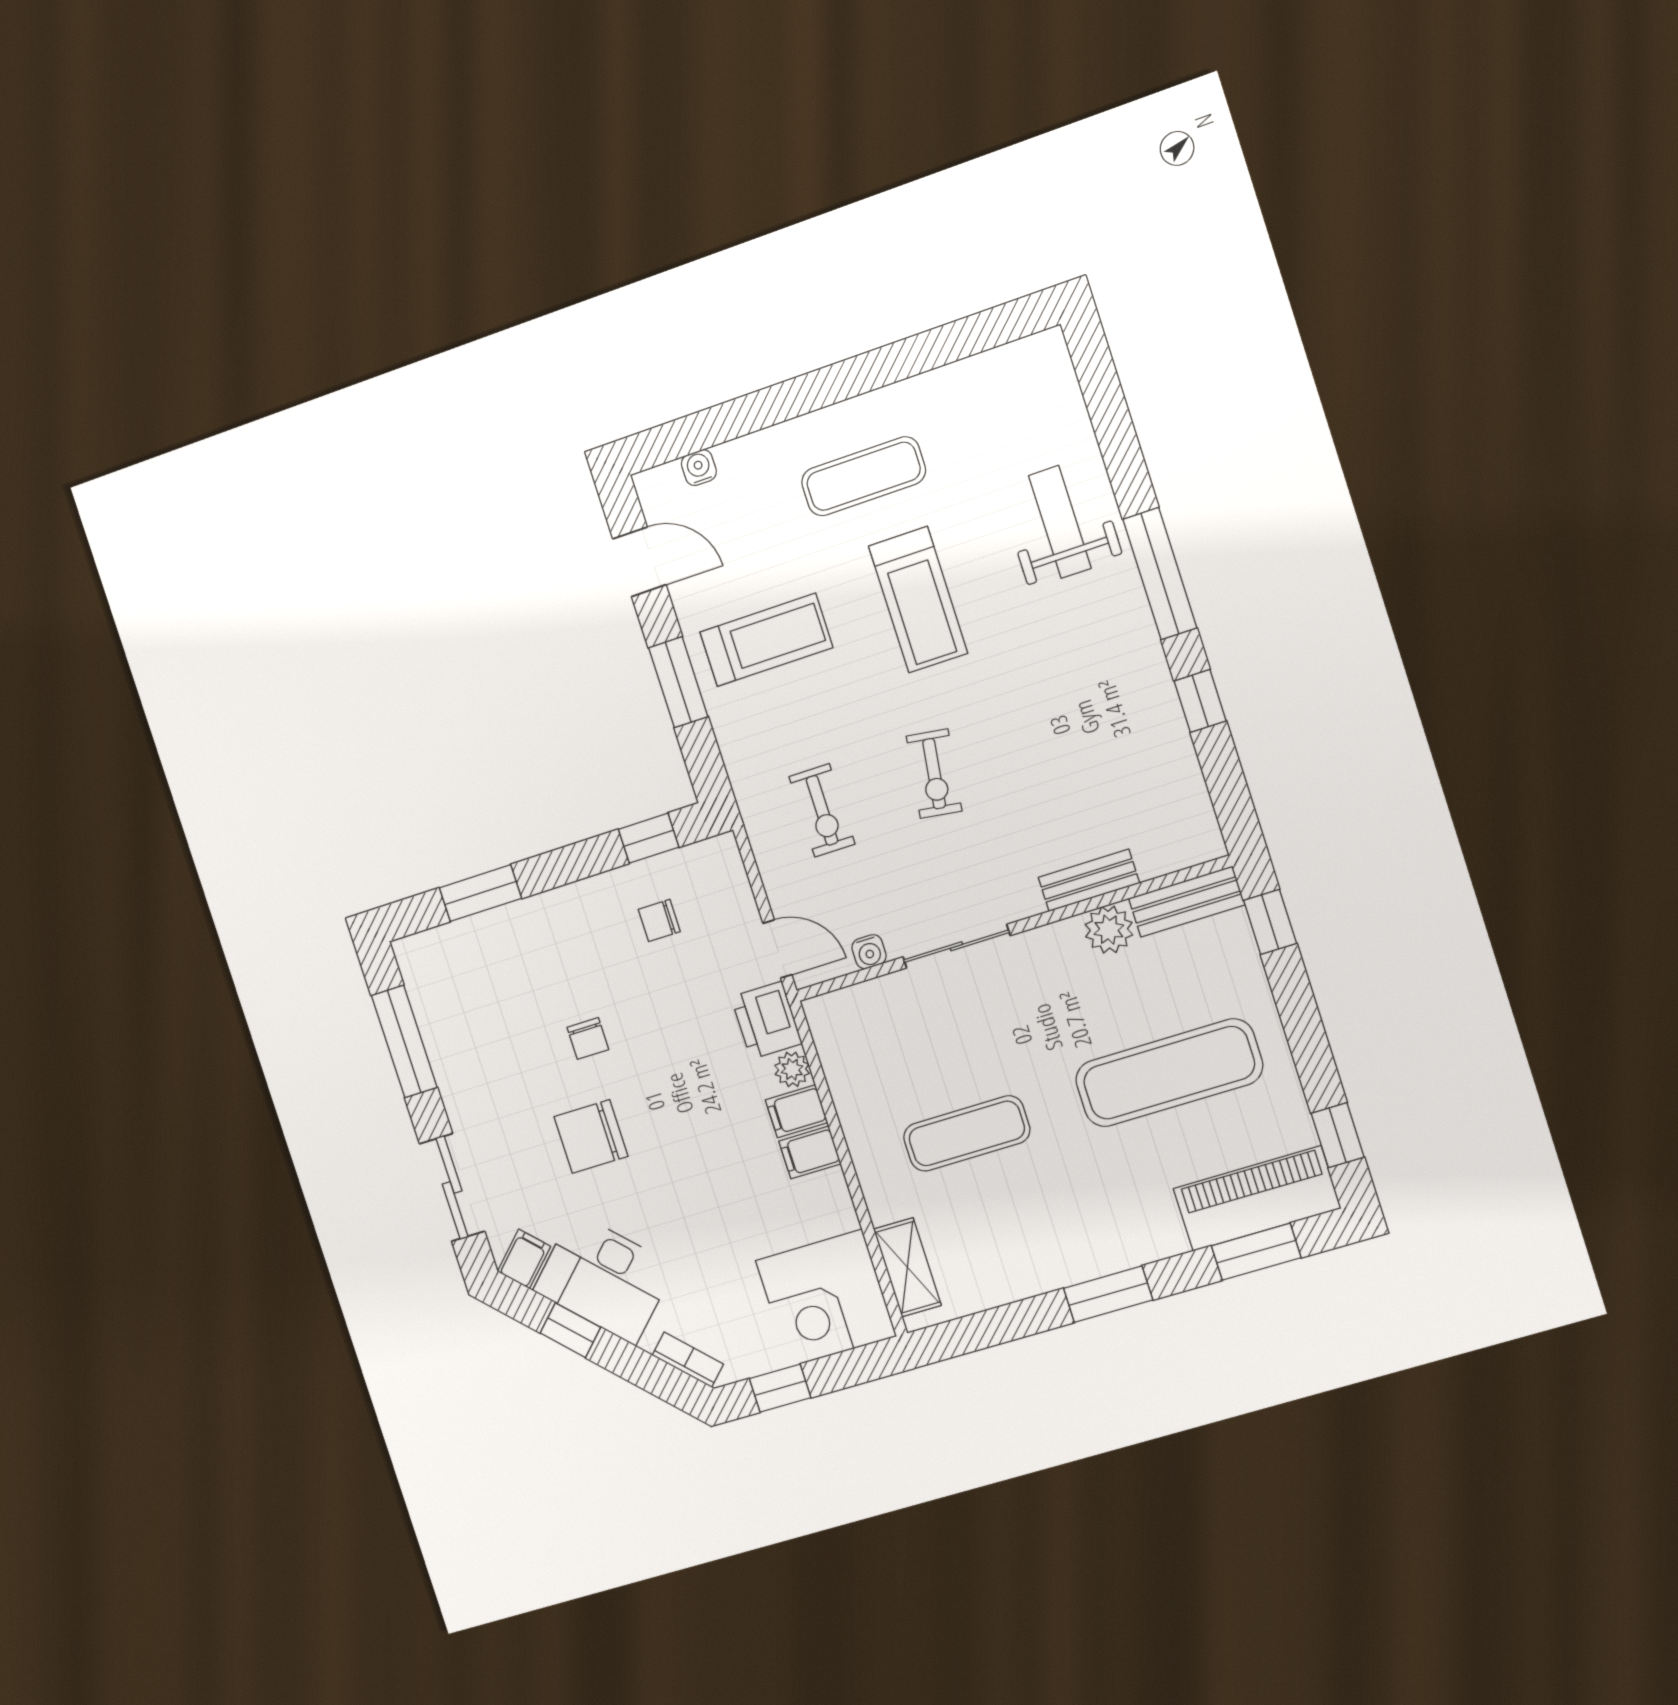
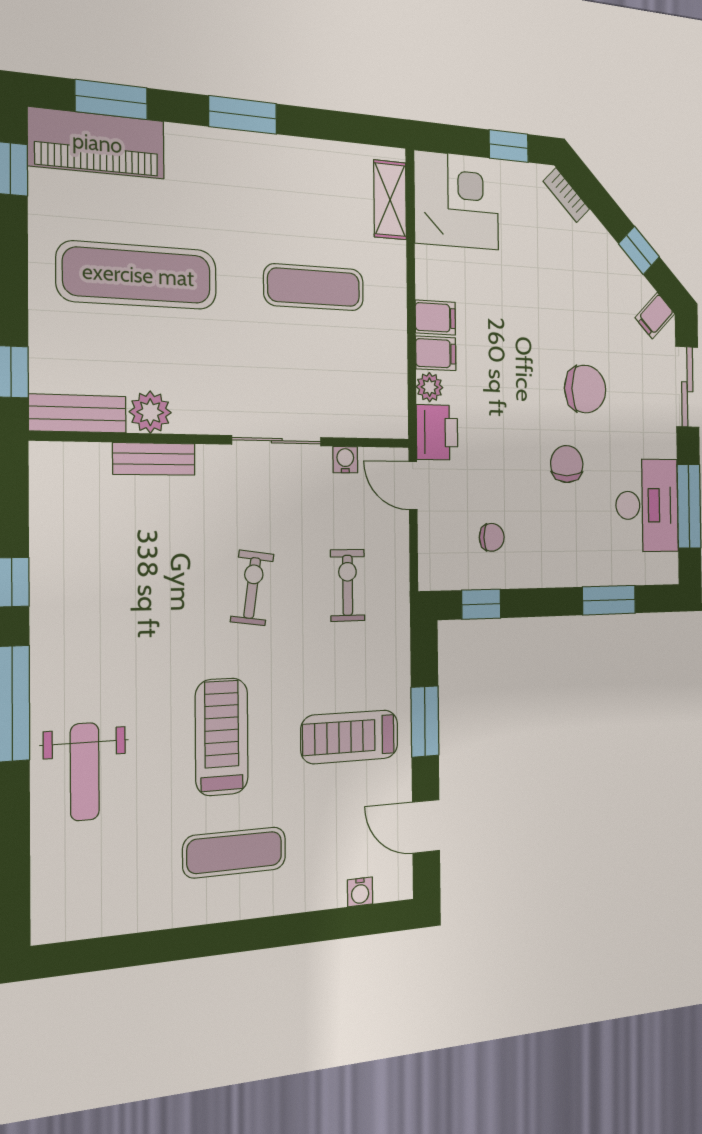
chair: (588, 1038) -> (567, 464), width x1.37, depth x1.37
desk: (604, 1278) -> (647, 505), moved, turned 45

